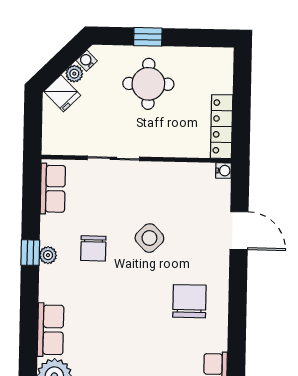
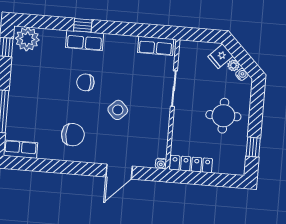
window: (148, 37) -> (253, 147), moved
chair: (93, 248) -> (85, 82), moved
window: (30, 253) -> (83, 25), moved
plant: (48, 255) -> (110, 40), removed
row of seats: (51, 330) -> (85, 40), moved

